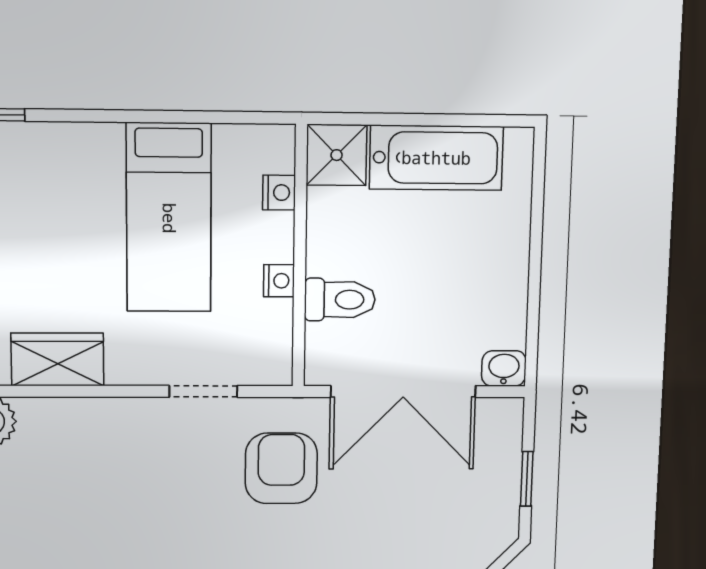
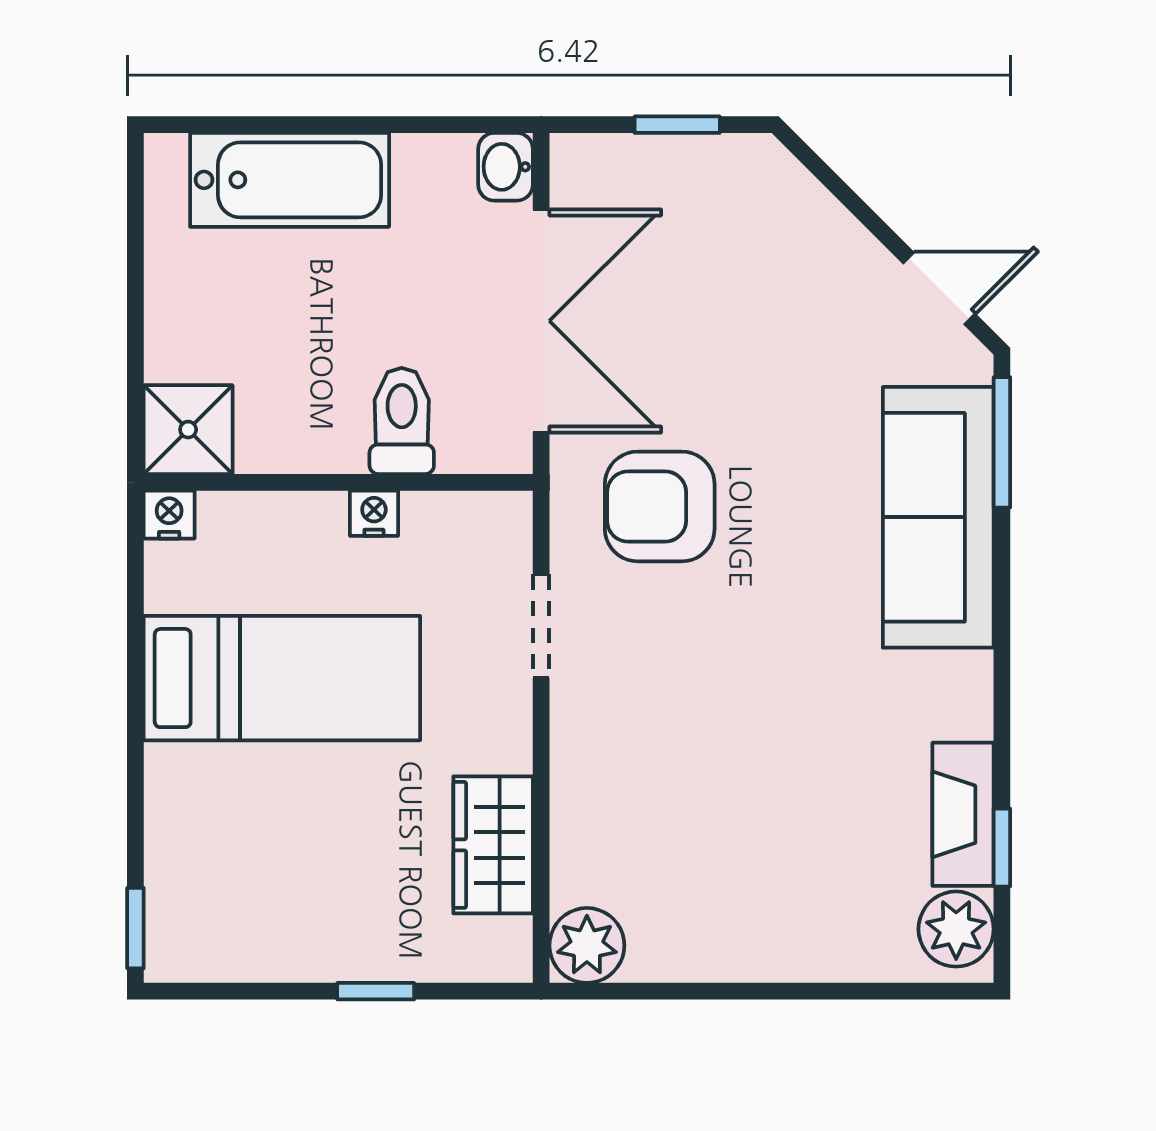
bathtub: (436, 158) -> (290, 180), moved, turned 90
nightstand: (279, 193) -> (169, 515), moved

